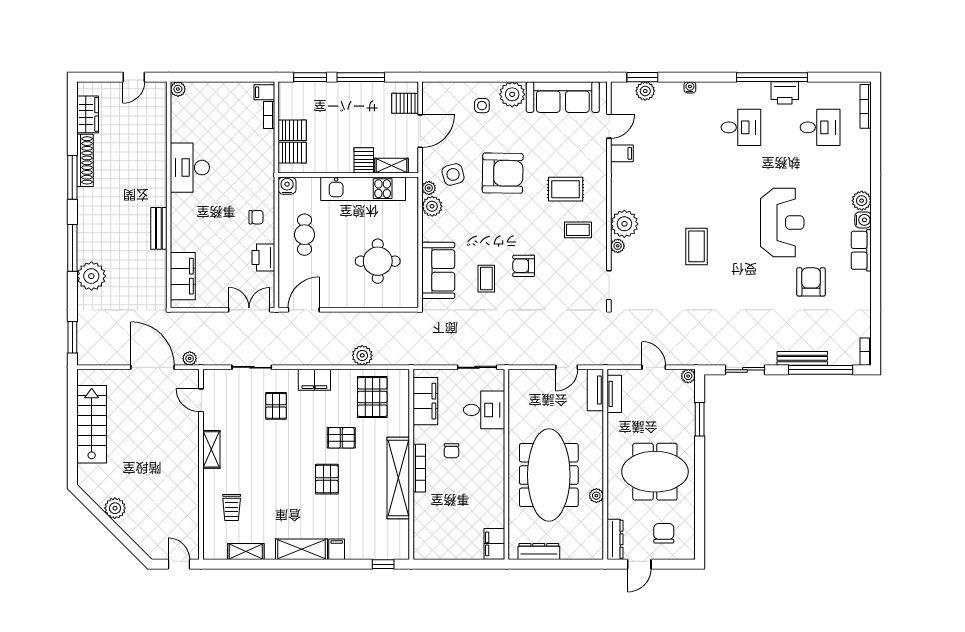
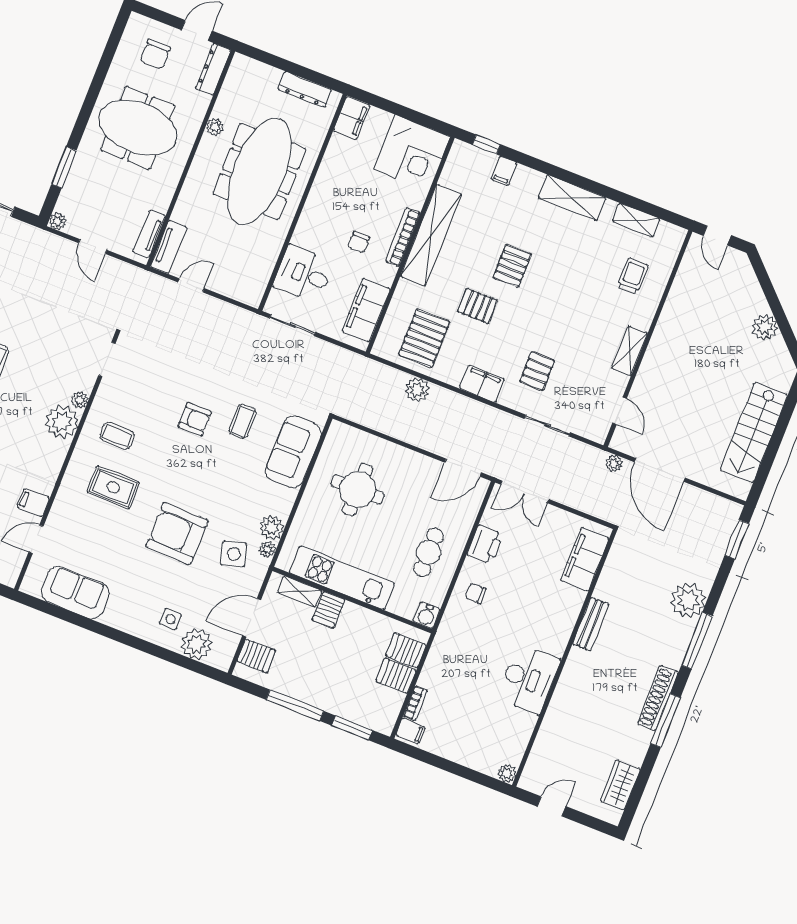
plant: (512, 94) -> (197, 644), moved
sofa: (563, 97) -> (75, 593), width x0.73
shoe rack: (85, 160) -> (658, 698), moved
chair: (452, 451) -> (359, 242), turned 180
corner desk: (437, 535) -> (412, 153), added
filing cabinet: (337, 549) -> (504, 171), moved

